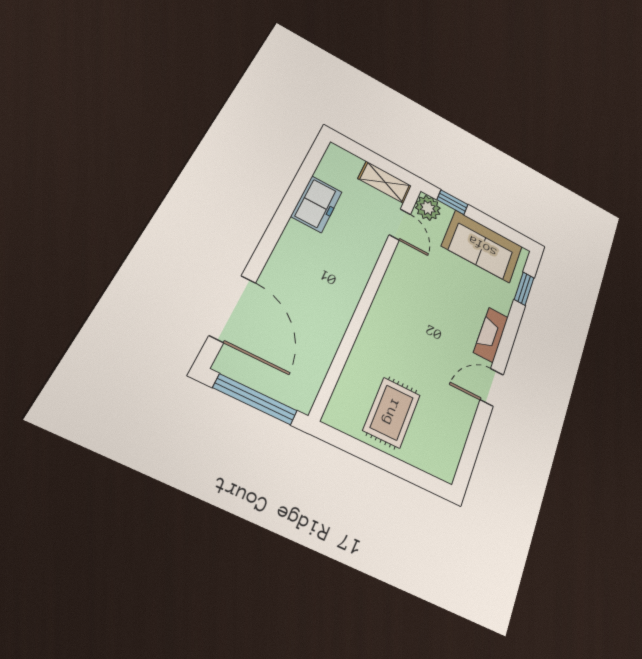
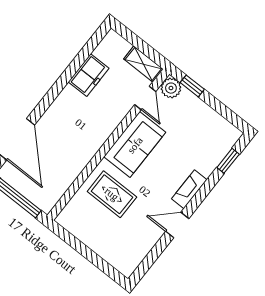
sofa: (482, 246) -> (135, 145), moved, turned -90
rug: (392, 413) -> (112, 194), moved, turned 90

